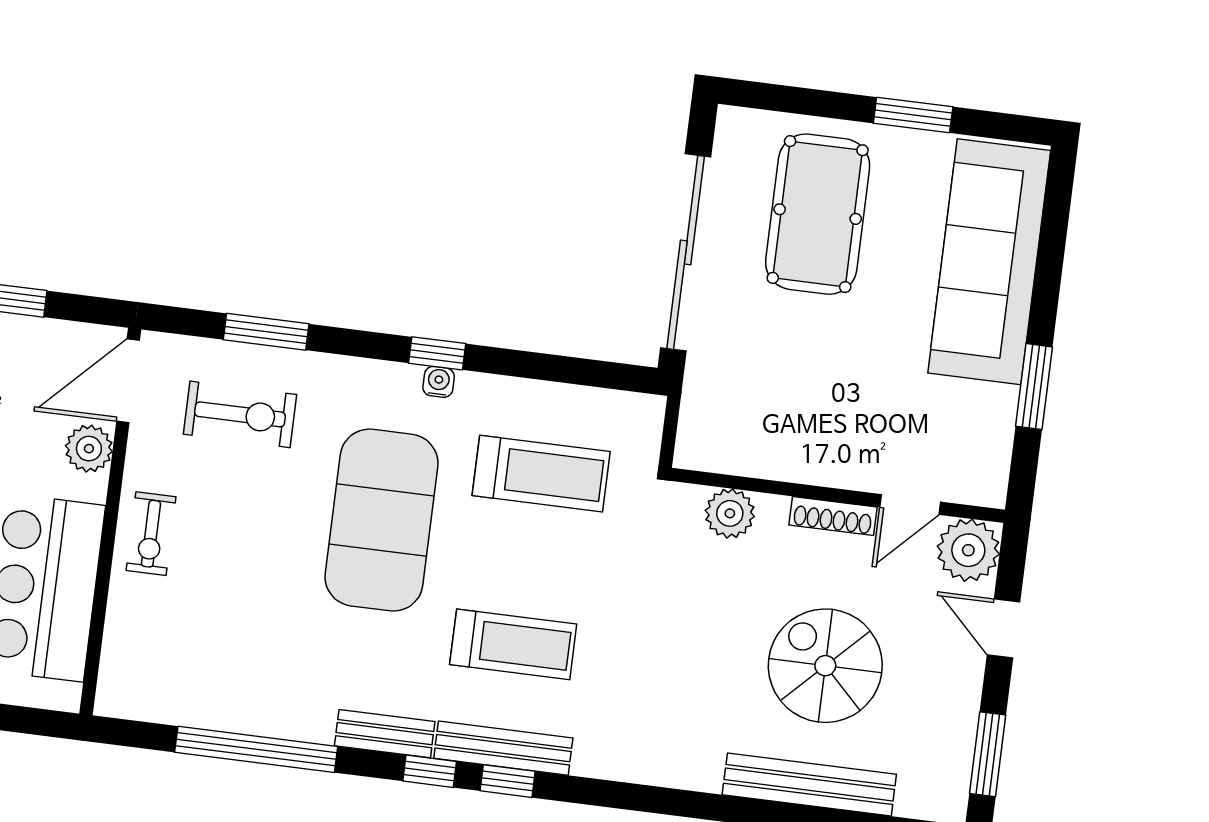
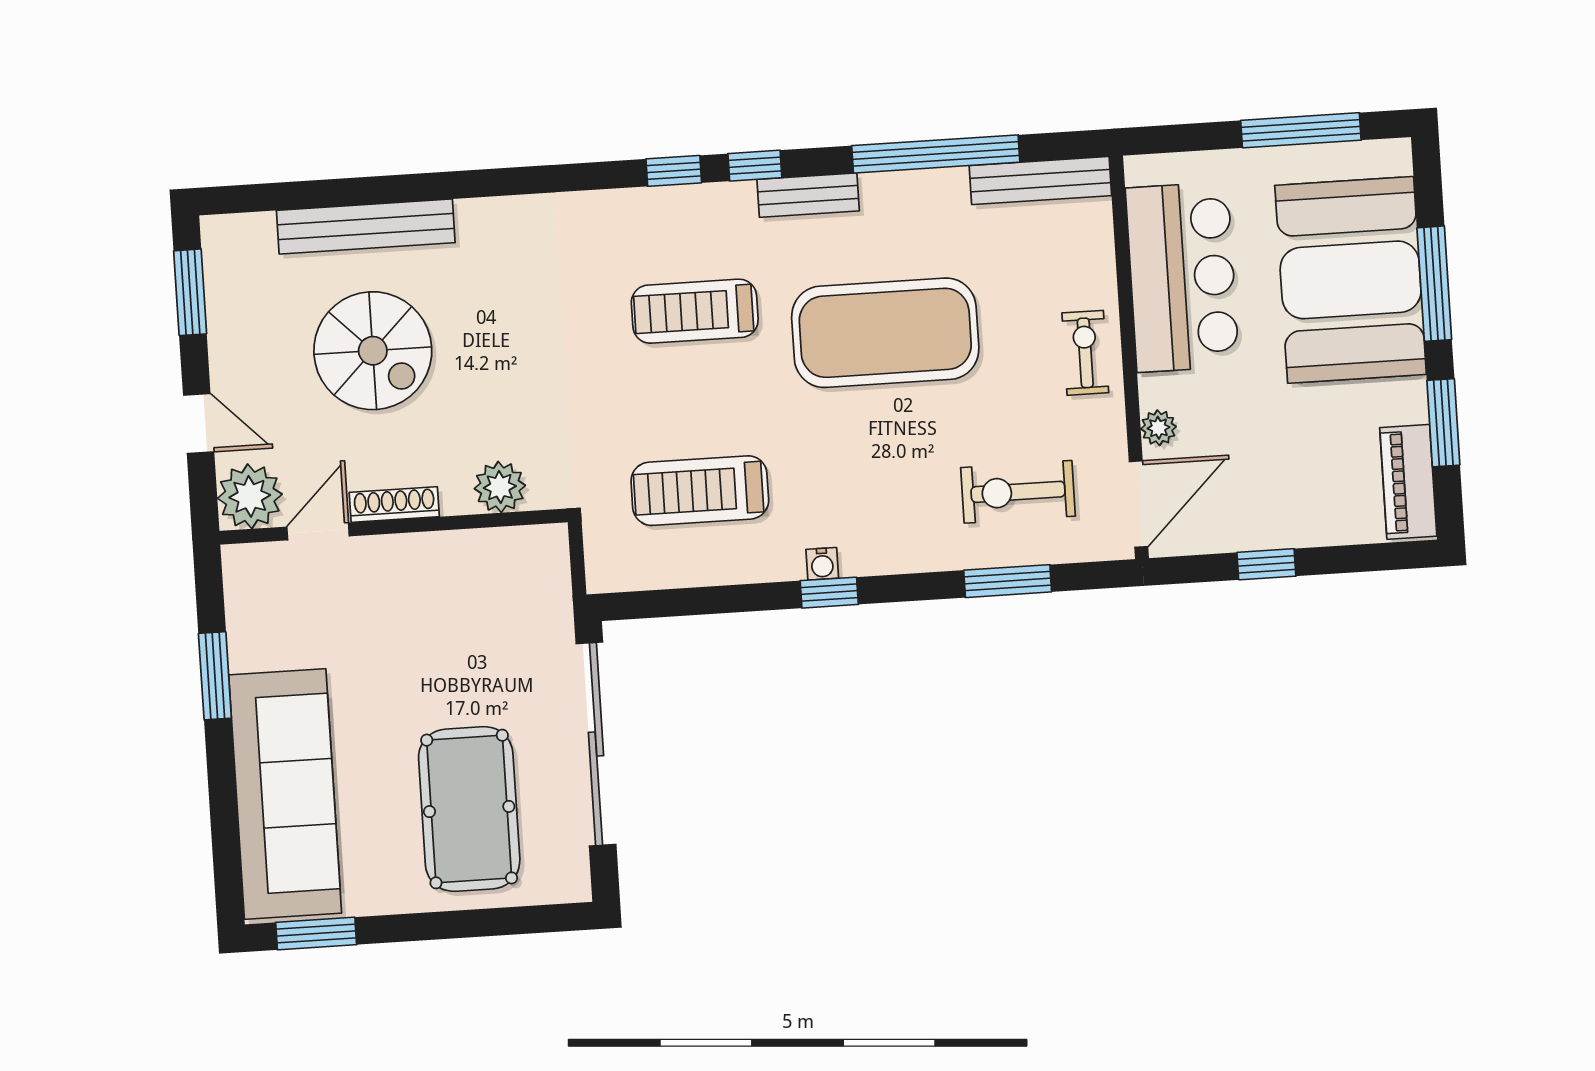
window: (913, 115) -> (316, 933), moved
plant: (89, 449) -> (1158, 428), width x0.73, depth x0.73
exercise mat: (381, 520) -> (885, 333), moved, turned 90
bench: (503, 748) -> (1040, 181), moved

